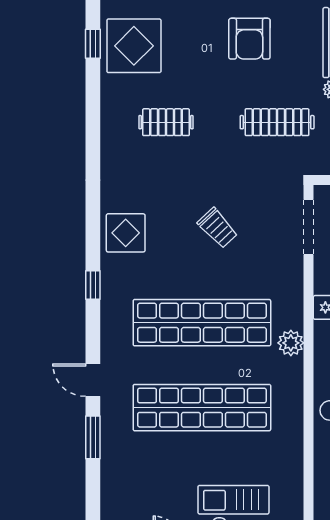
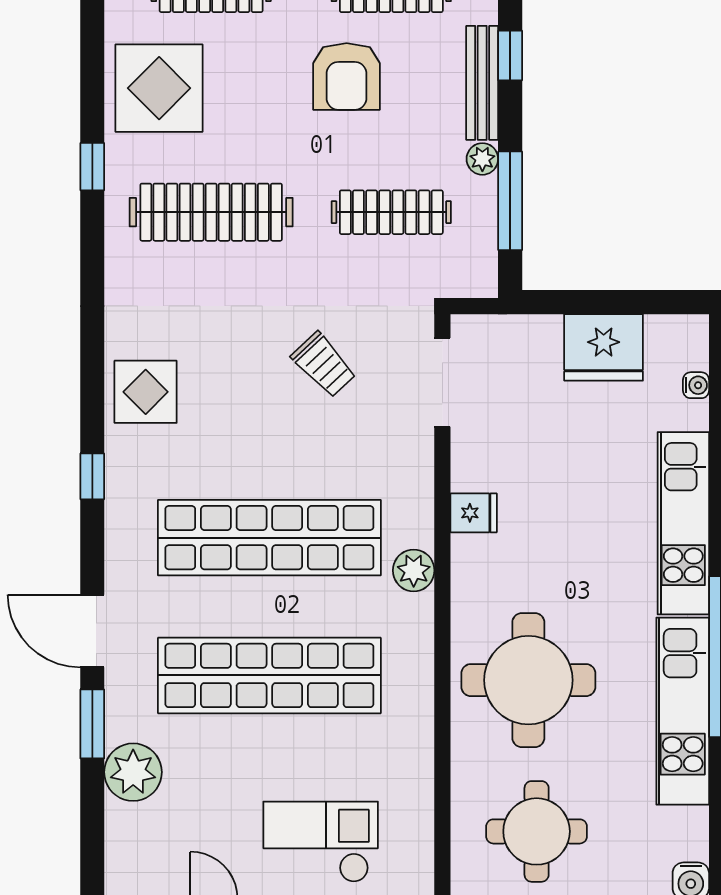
window: (93, 44) -> (92, 167), moved
clothes rail: (166, 122) -> (211, 212), width x1.86, depth x1.31
trolley: (218, 228) -> (324, 365), moved
door: (93, 380) -> (92, 631), width x1.38
plant: (118, 467) -> (133, 772), added

